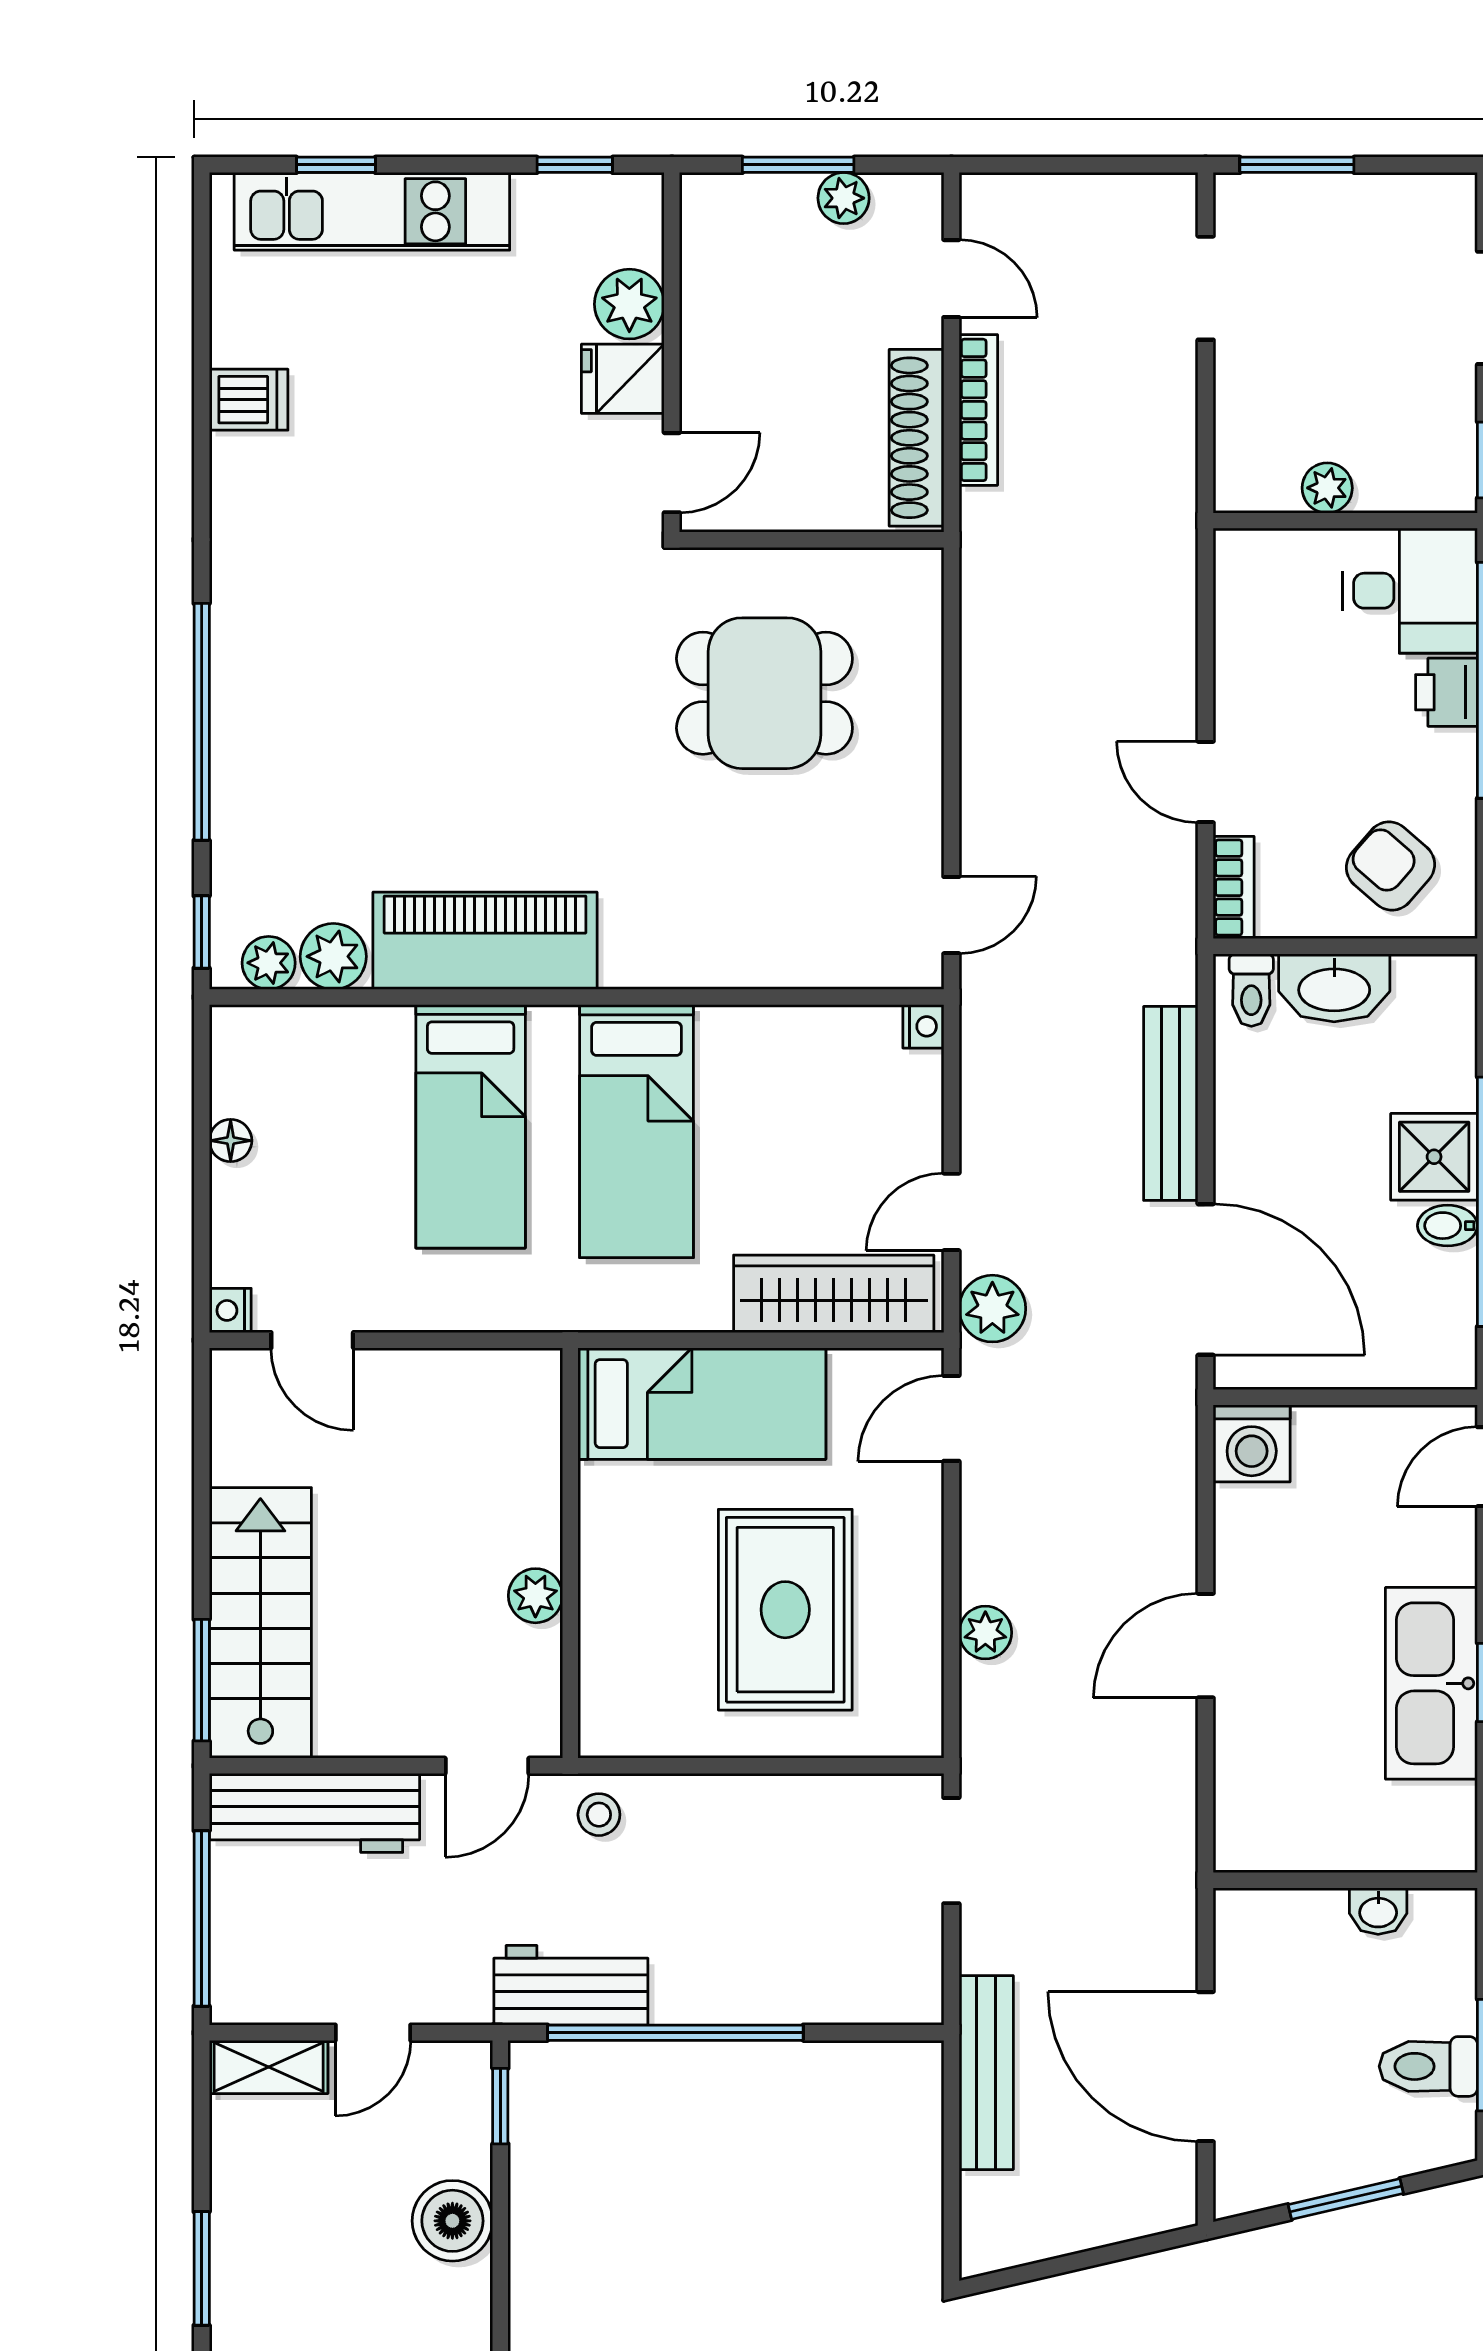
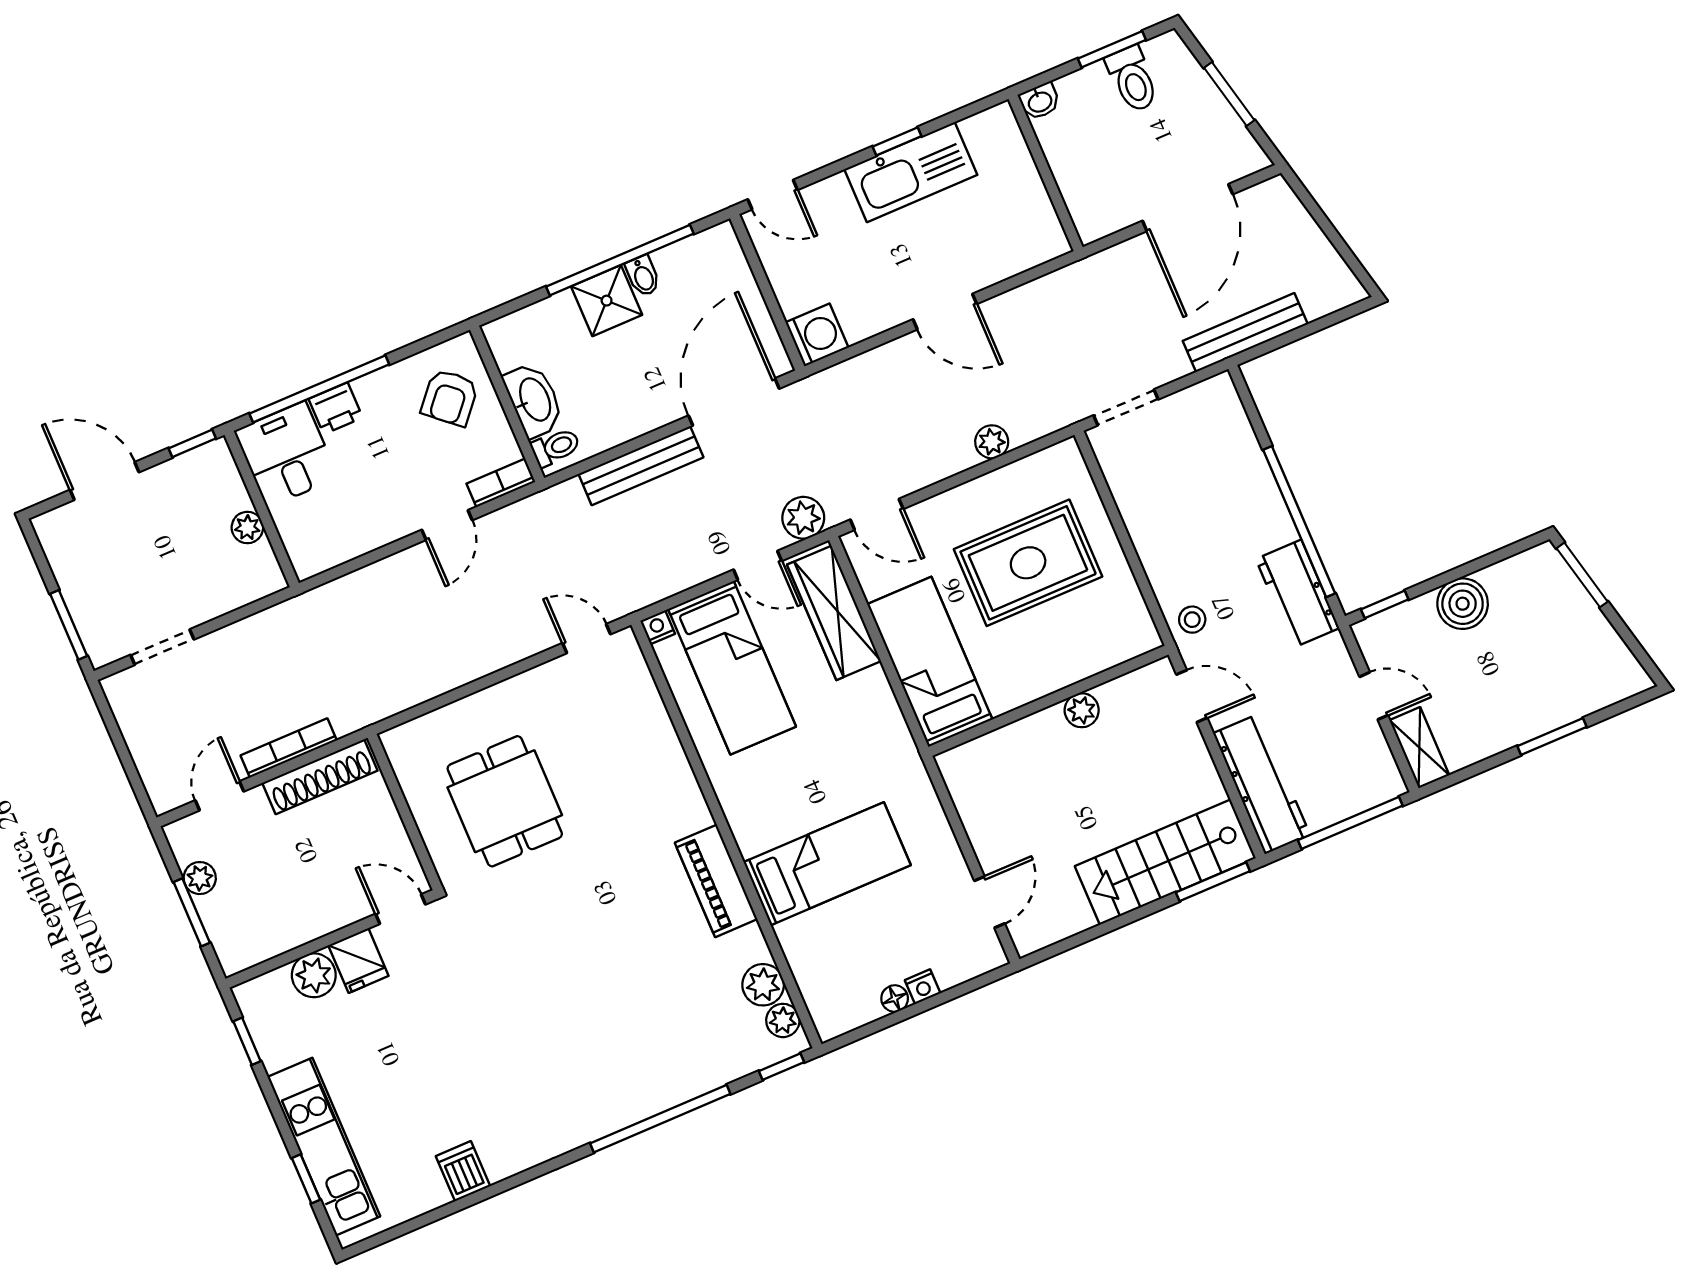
piano: (485, 941) -> (716, 881), width x0.73, depth x0.75
bed: (636, 1131) -> (732, 668), moved, turned 90
nightstand: (230, 1310) -> (923, 987), moved
washbasin: (1378, 1911) -> (1040, 101), moved, turned 90

